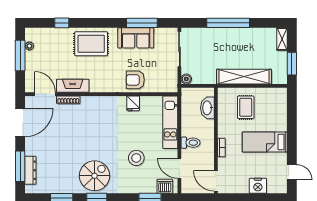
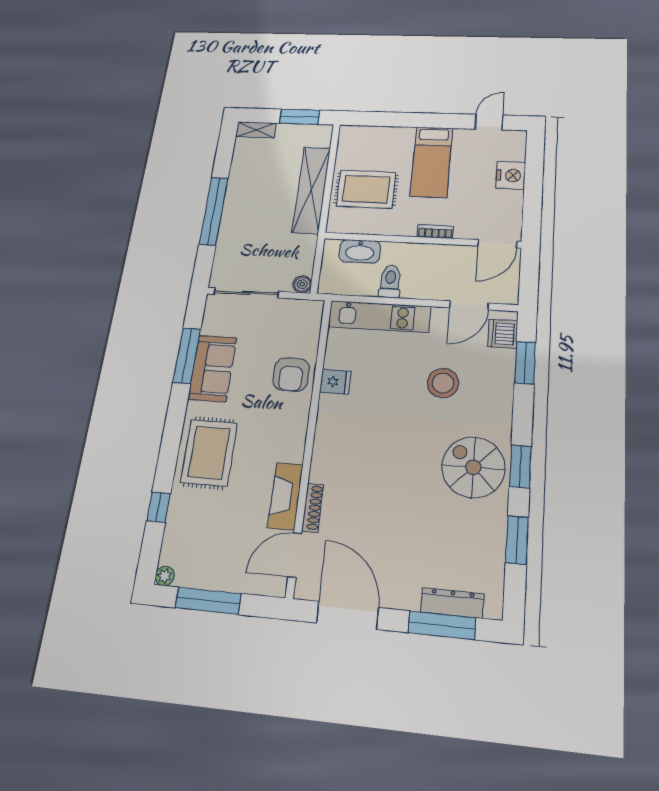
plant: (29, 46) -> (165, 576), moved
rug: (246, 107) -> (366, 189), width x1.36, depth x1.43
toilet: (191, 143) -> (390, 282), moved

